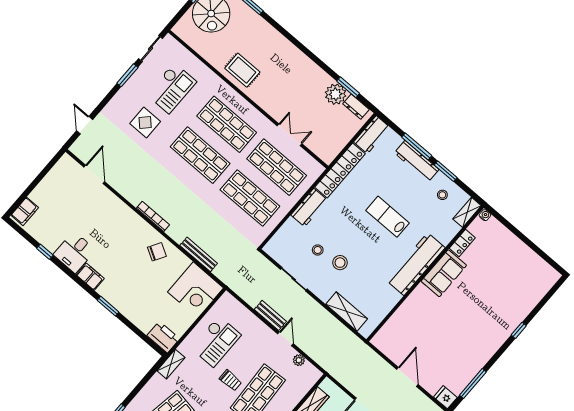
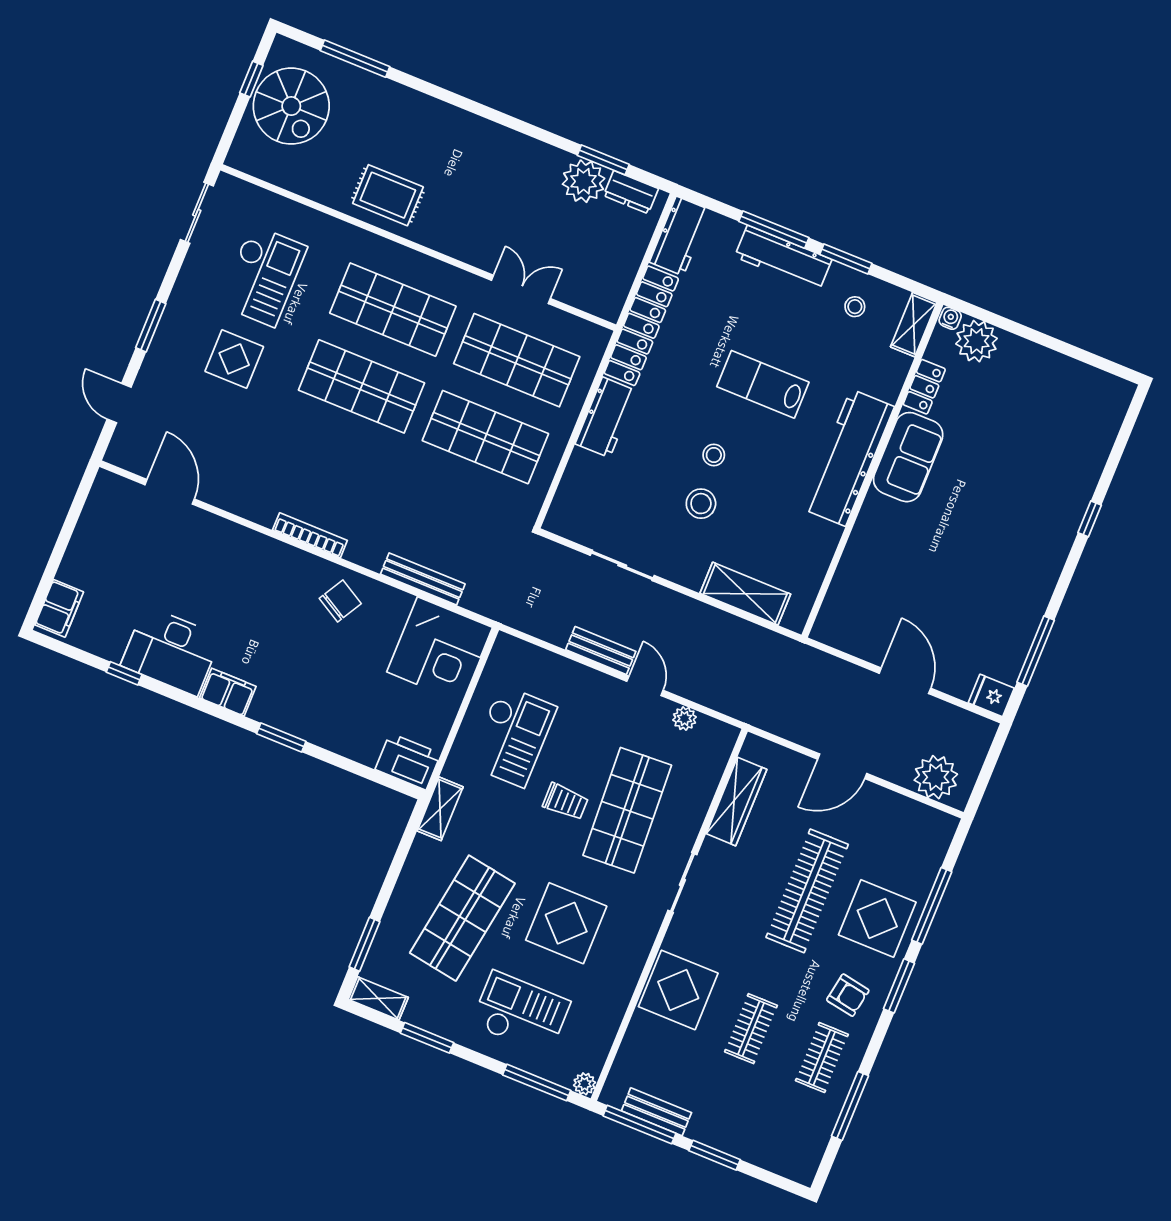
window: (127, 75) -> (151, 326), moved
plant: (494, 230) -> (977, 341), added
stool: (318, 250) -> (714, 455), moved
desk: (74, 252) -> (171, 651), width x1.37

